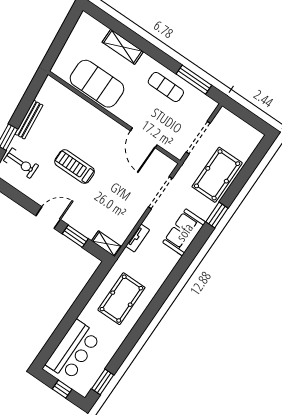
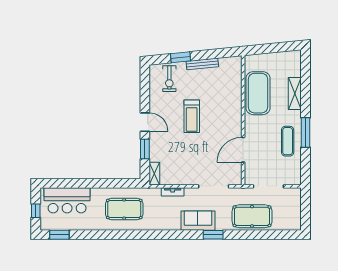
window: (194, 80) -> (306, 132), moved
treadmill: (75, 167) -> (192, 116), turned 180
window: (217, 215) -> (213, 235), moved

